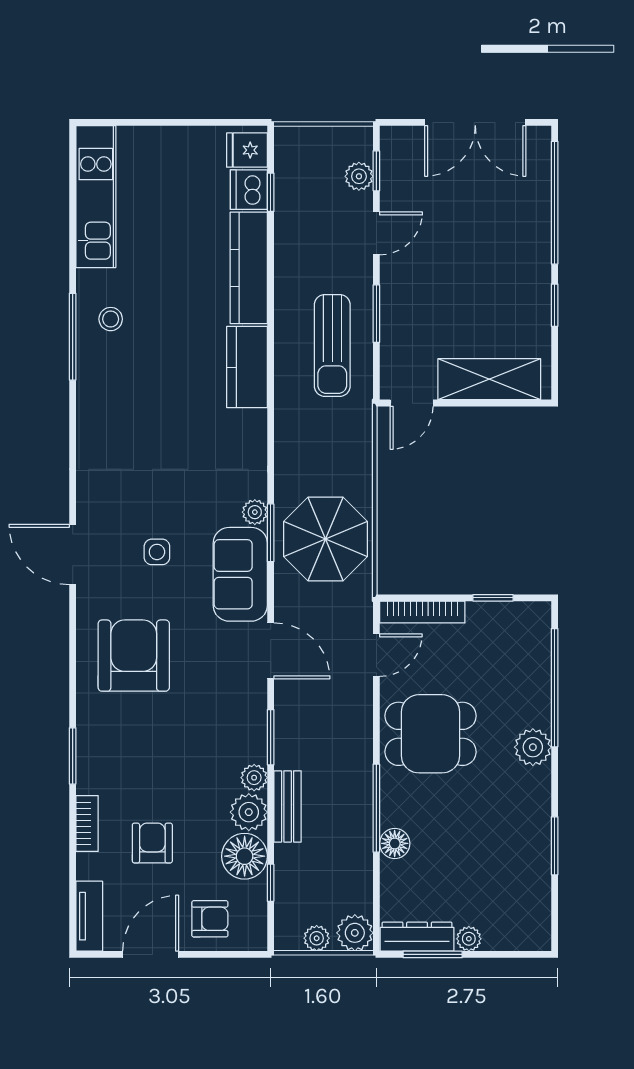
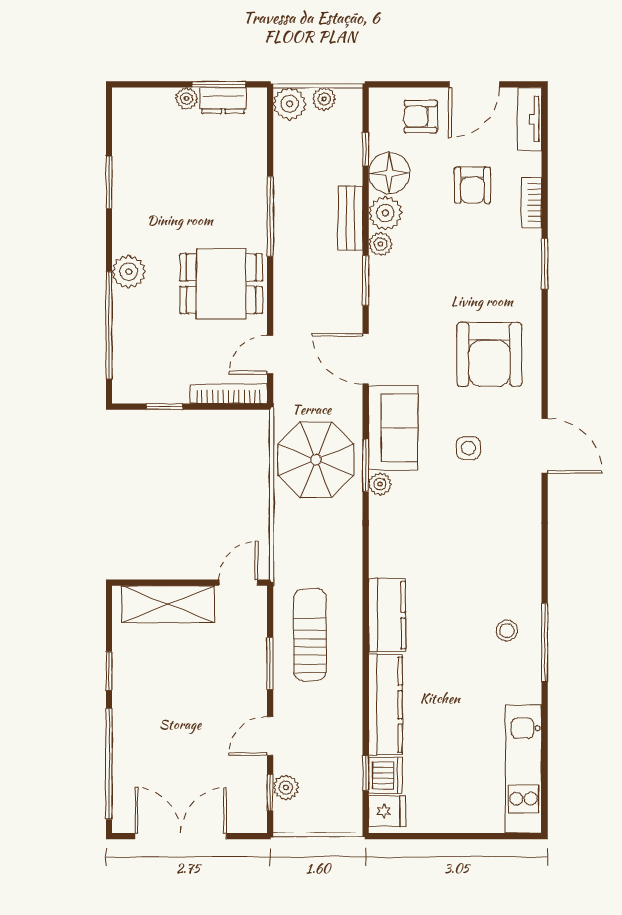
stool: (111, 319) -> (507, 631), moved
floor lamp: (395, 843) -> (253, 185), removed
dresser: (417, 937) -> (223, 100), width x0.70

